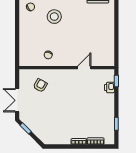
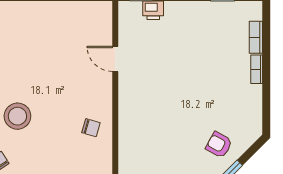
armchair: (40, 85) -> (219, 145), moved

